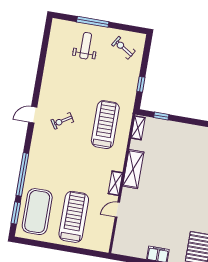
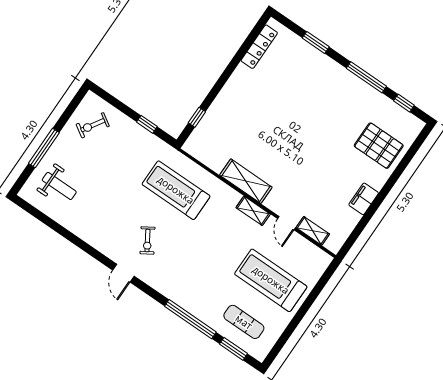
weight bench: (86, 46) -> (59, 186), moved, turned 180
shelving: (138, 128) -> (313, 231), moved
exercise mat: (37, 212) -> (244, 322), width x0.50, depth x0.69

